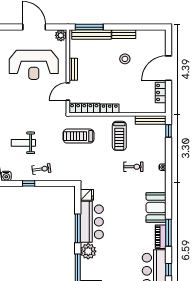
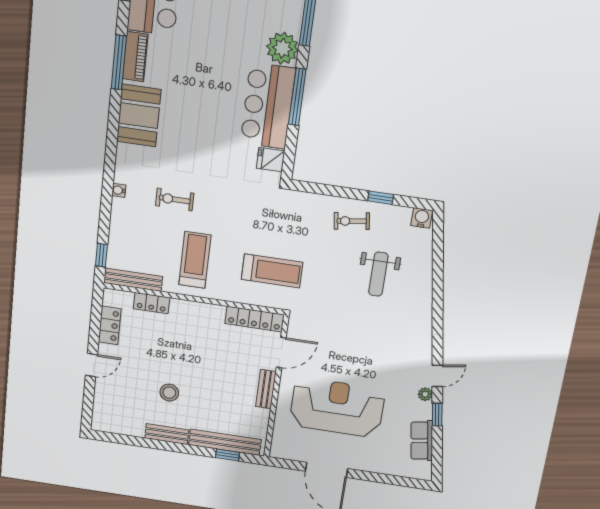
window: (89, 27) -> (227, 455), width x0.46
plant: (61, 35) -> (280, 449), removed
door: (169, 68) -> (92, 365), width x0.53
locker: (110, 109) -> (152, 303), moved
weight bench: (23, 143) -> (378, 274), turned 90

